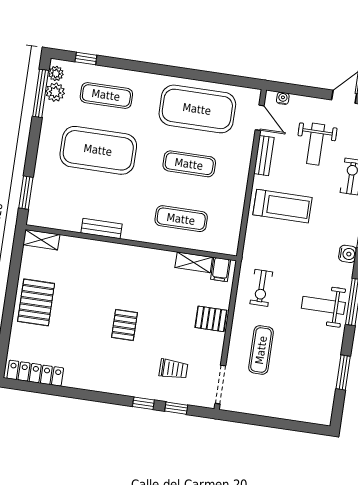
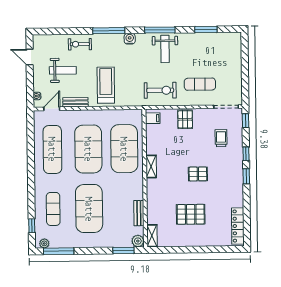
plant: (55, 92) -> (138, 241), moved
exercise mat: (197, 109) -> (52, 149), width x0.68
exercise mat: (189, 164) -> (88, 149), width x2.00, depth x1.45
exercise mat: (181, 219) -> (124, 149), width x2.00, depth x1.45
bench: (101, 229) -> (139, 213), moved
shelving: (194, 262) -> (151, 166), moved
exercise bike: (261, 288) -> (160, 90), width x1.38, depth x1.39
pallet: (36, 302) -> (191, 214), moved
window: (109, 398) -> (246, 176), added
window: (176, 408) -> (246, 121), moved

